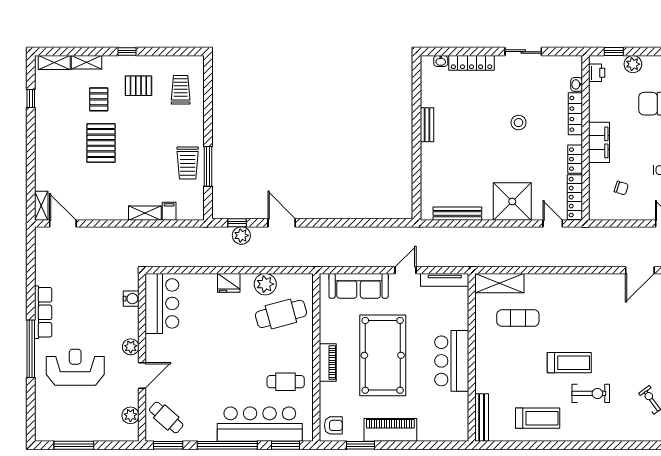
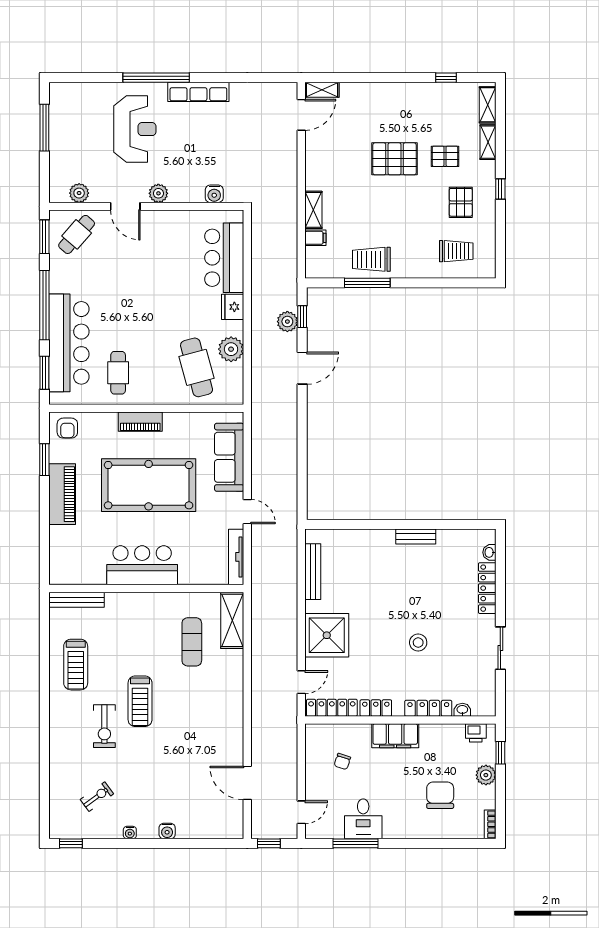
bar counter: (162, 303) -> (224, 258), moved, turned 90

